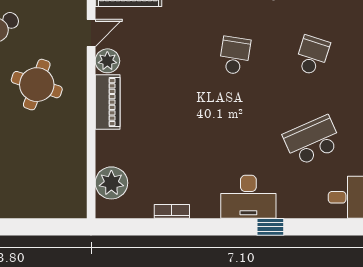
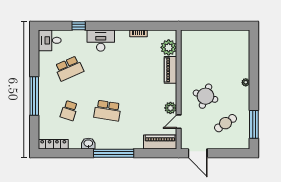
school desk: (235, 56) -> (107, 111), width x1.85
piano: (108, 102) -> (170, 70), moved
window: (270, 227) -> (79, 26), moved

